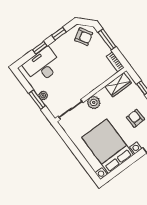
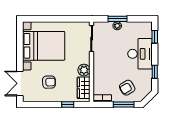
armchair: (84, 37) -> (127, 88), moved
window: (40, 48) -> (155, 37), moved
desk: (42, 66) -> (140, 54), moved
plant: (94, 102) -> (84, 70), moved

